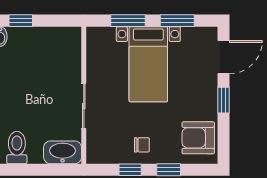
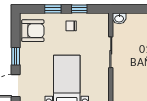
washbasin: (63, 152) -> (119, 18), width x0.52, depth x0.69

